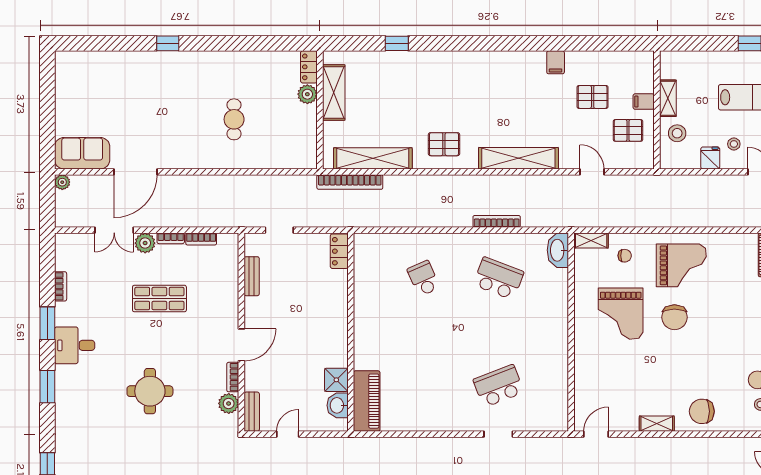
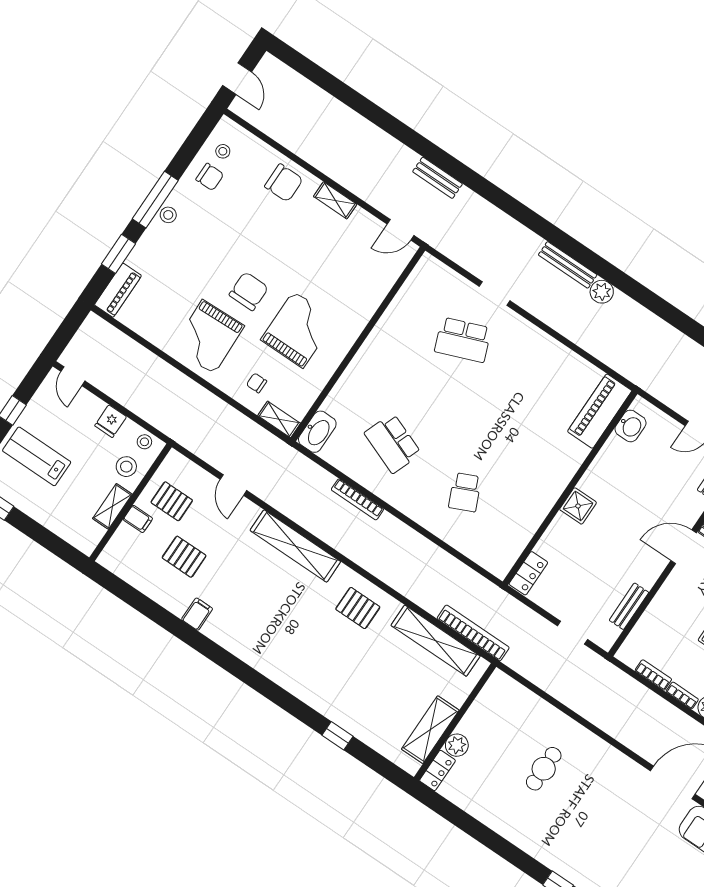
stool: (734, 144) -> (144, 442), moved
grand piano: (681, 265) -> (208, 337), turned -92
shower: (336, 380) -> (578, 506), moved

